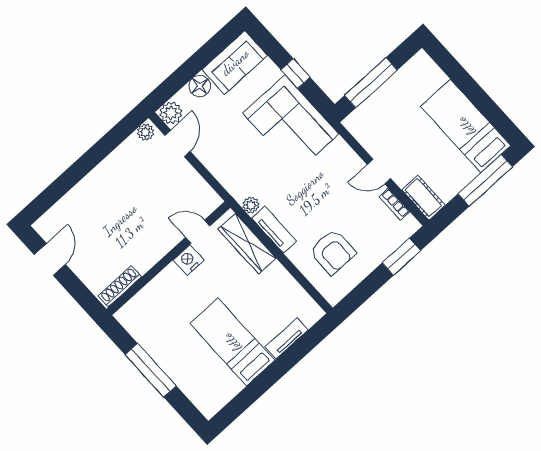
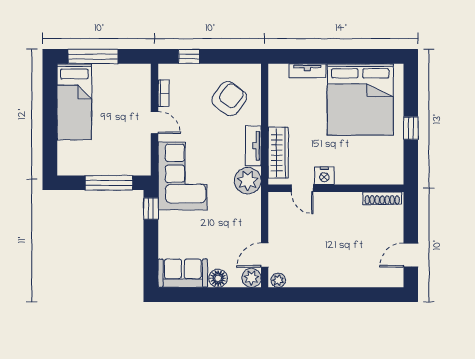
window: (295, 74) -> (151, 209), moved
corner sofa: (291, 124) -> (182, 176), moved
cot: (423, 198) -> (142, 81), removed
plant: (251, 205) -> (248, 181), width x1.87, depth x1.87
armchair: (333, 252) -> (229, 99), turned 37
window: (401, 257) -> (189, 56), width x0.67
bed: (232, 342) -> (360, 99), width x2.04
window: (151, 370) -> (411, 128), width x0.46

